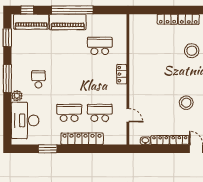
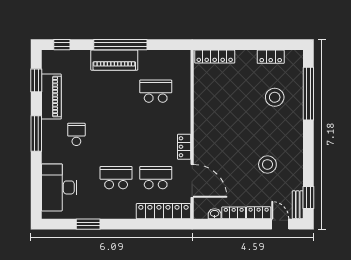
locker: (167, 19) -> (215, 57), moved, width x1.53
piano: (31, 22) -> (51, 97), moved, turned -90
locker: (122, 74) -> (184, 147), moved
plant: (17, 96) -> (49, 156), removed
door: (128, 115) -> (192, 181), width x1.88
locker: (82, 139) -> (163, 211), moved

